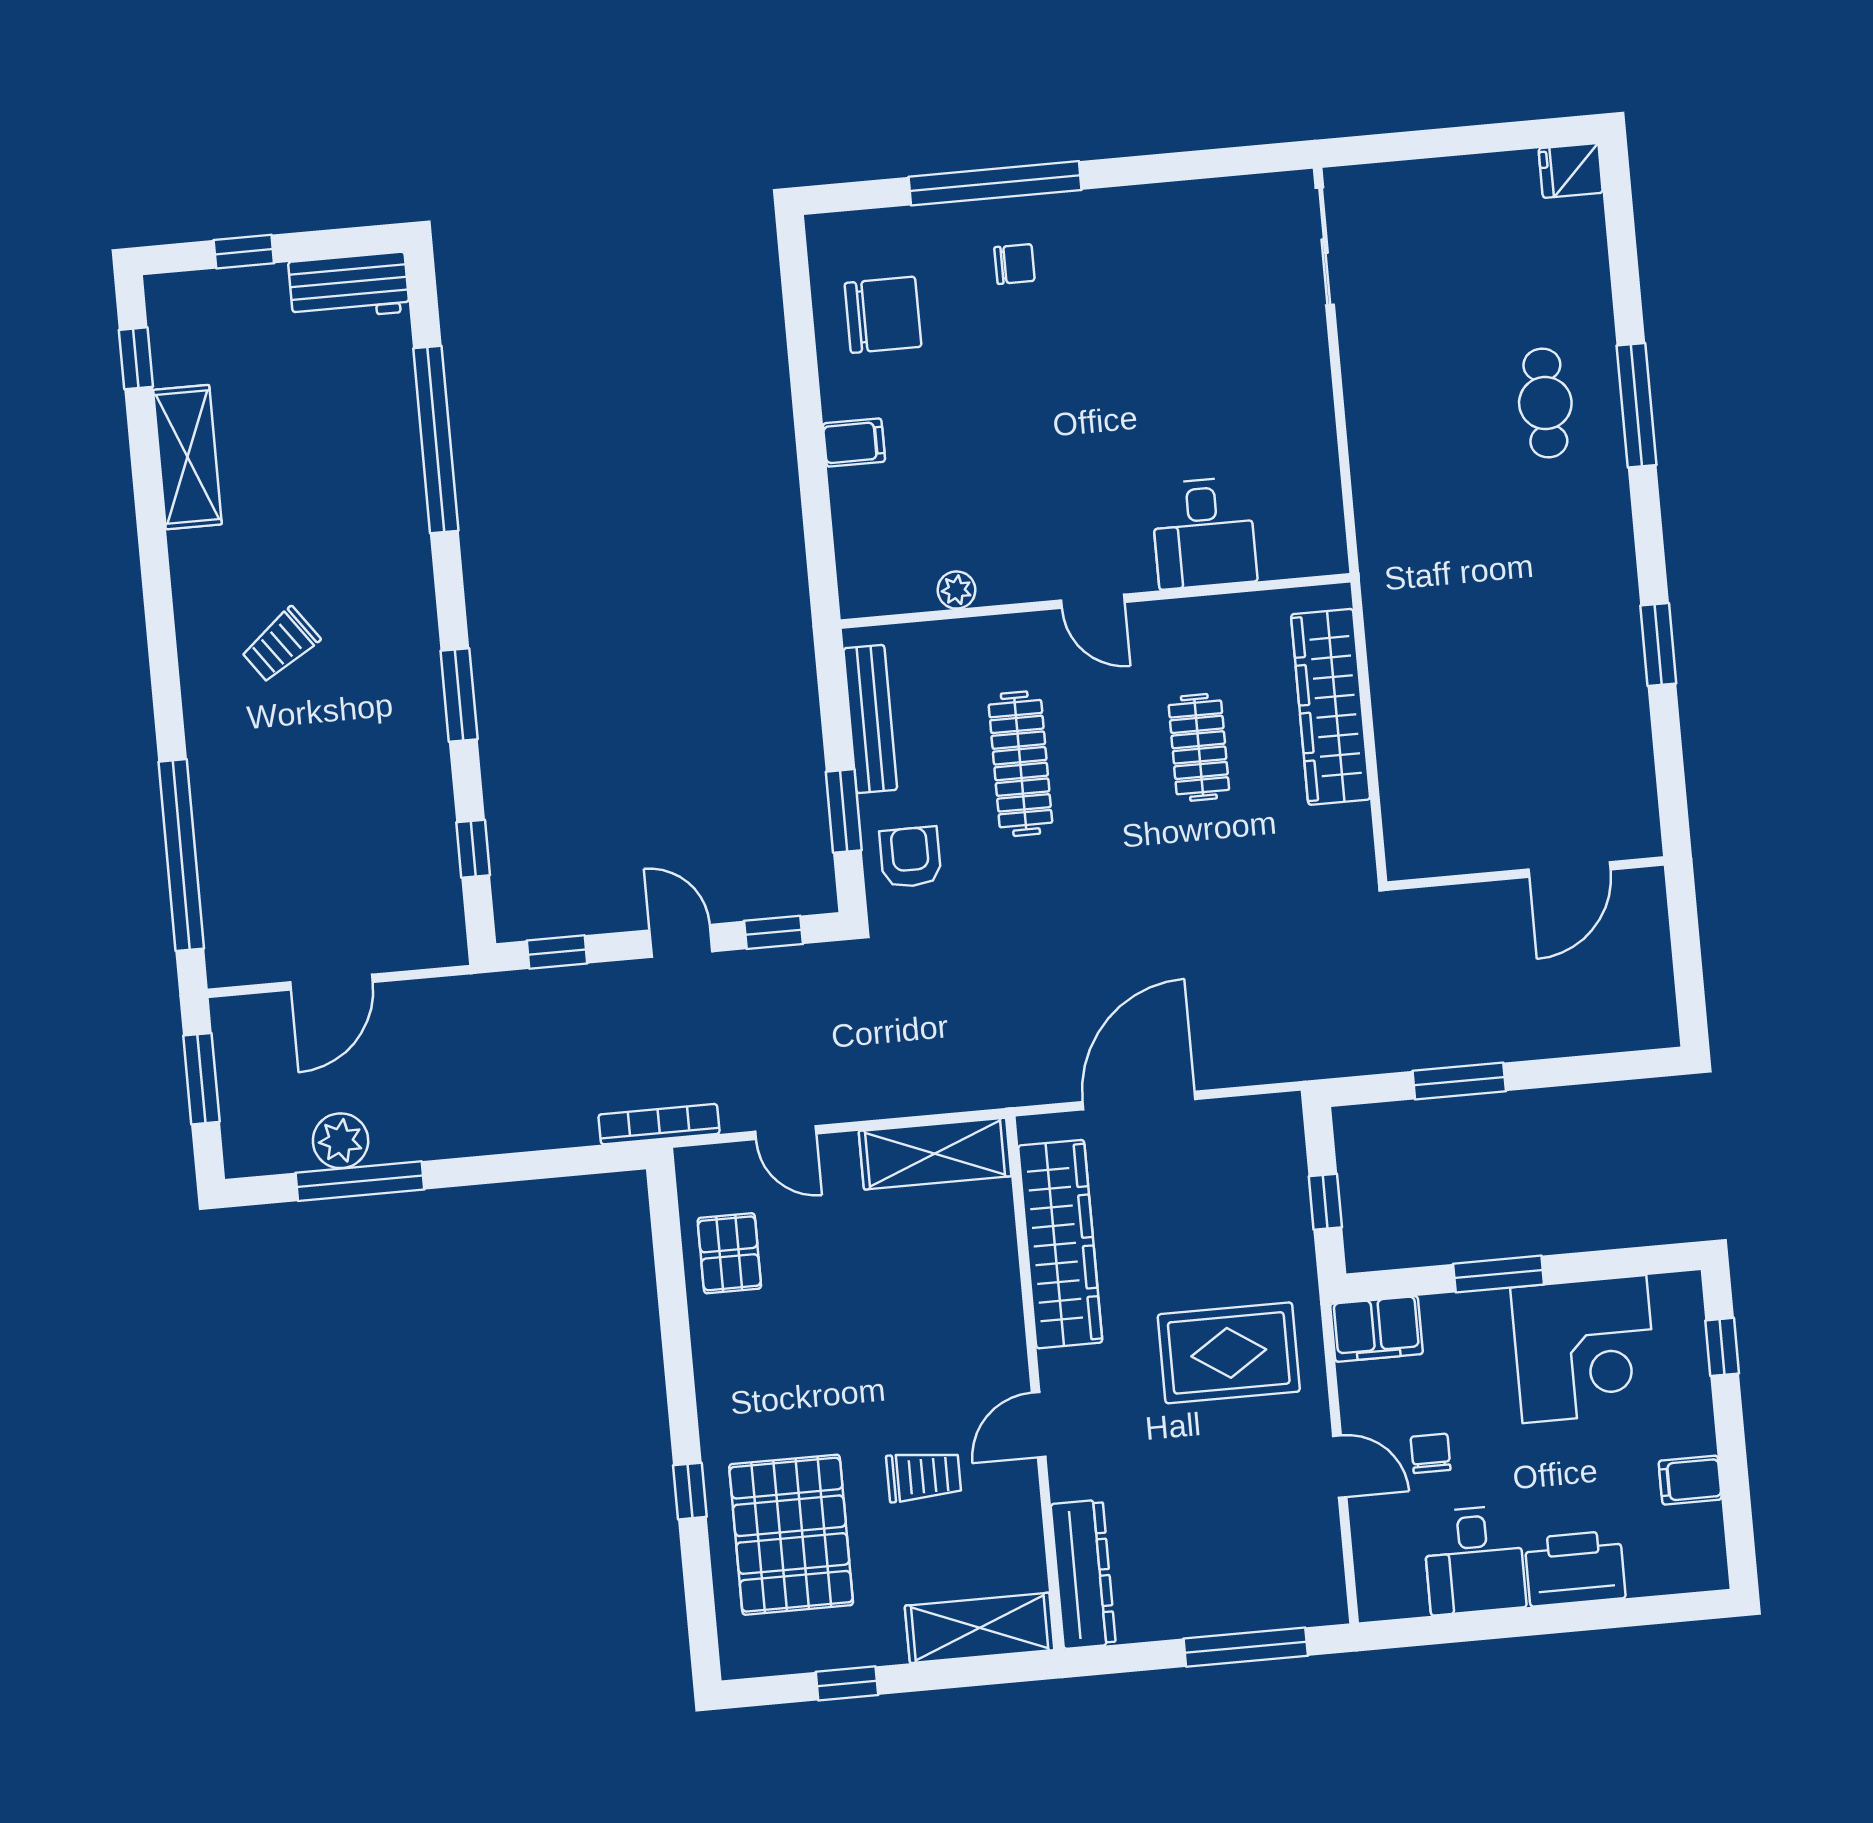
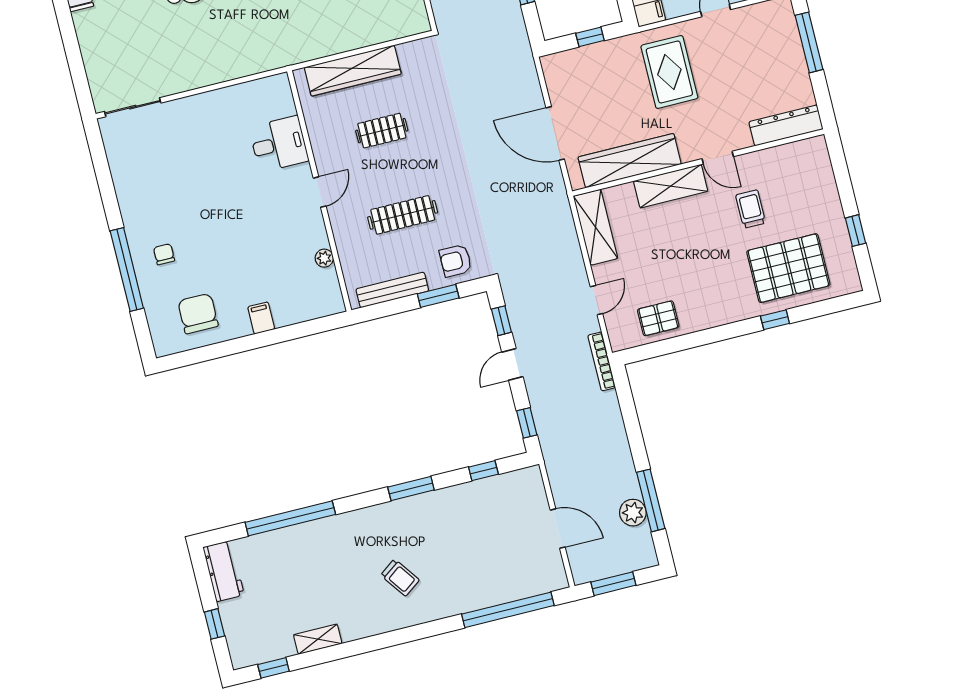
shelving: (187, 457) -> (318, 639), width x0.67, depth x0.75
shelving: (980, 1628) -> (671, 186), moved, turned 90

